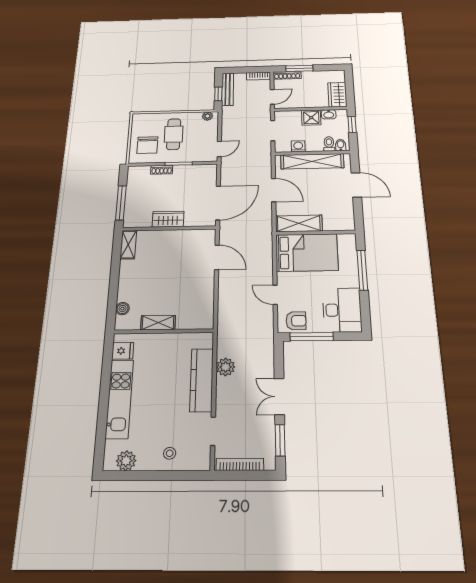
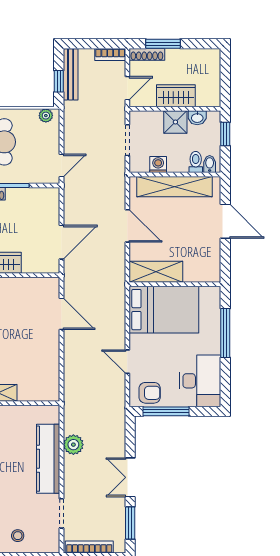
wardrobe: (337, 95) -> (176, 96), moved, turned 90
door: (218, 203) -> (62, 242), width x0.73

